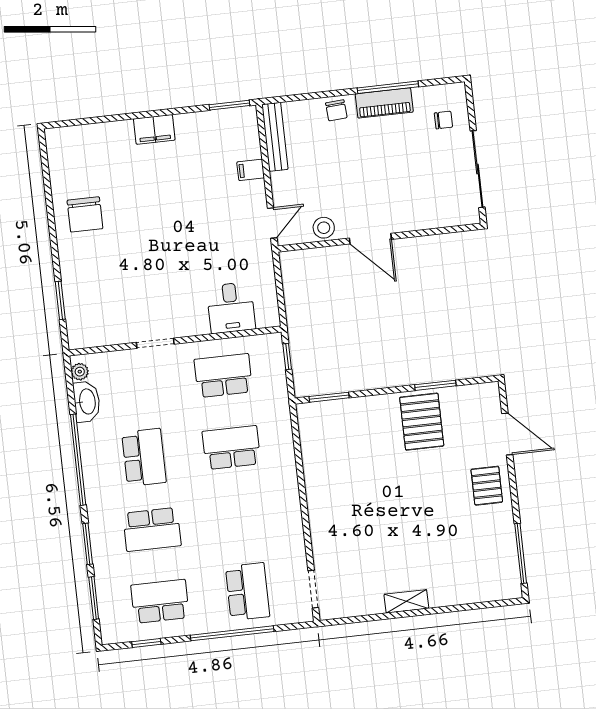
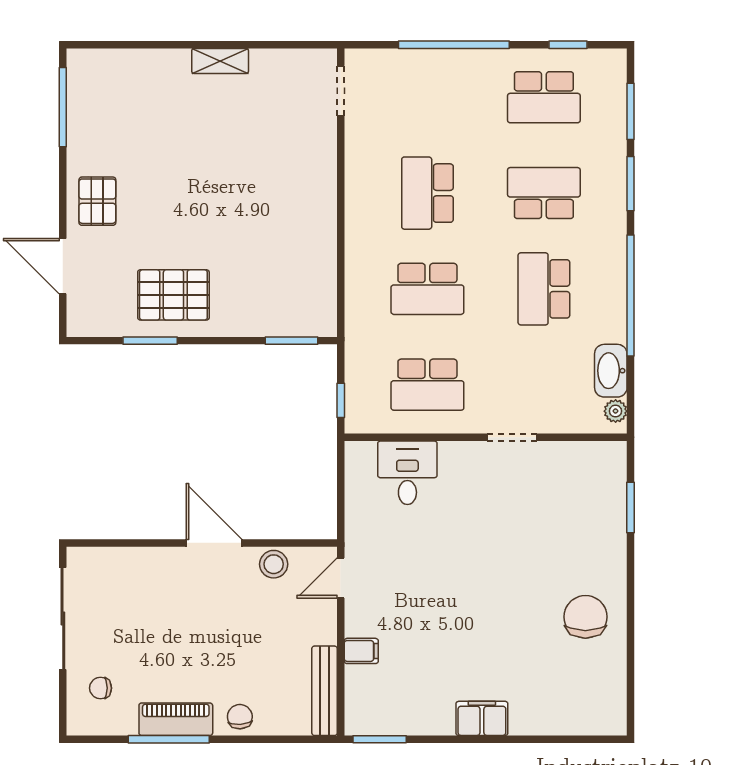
pallet: (422, 422) -> (173, 295), turned 90
school desk: (248, 592) -> (427, 193), moved

